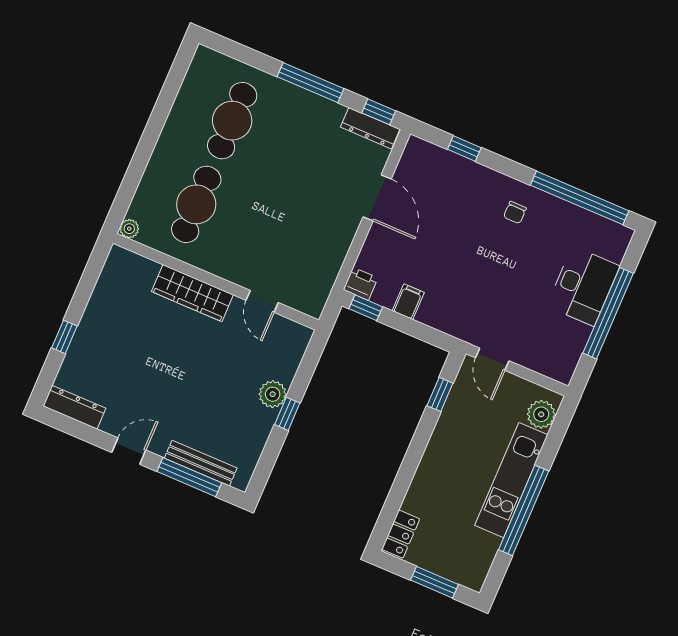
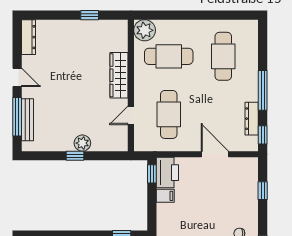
cafe table: (232, 121) -> (223, 56), turned 90
dresser: (370, 128) -> (252, 119), moved
door: (377, 198) -> (215, 154), swing flipped
plant: (129, 229) -> (145, 30), width x1.87, depth x1.87
cafe table: (286, 243) -> (169, 114), added
printer: (361, 284) -> (167, 173), width x1.87, depth x1.48
window: (64, 337) -> (90, 15), moved

